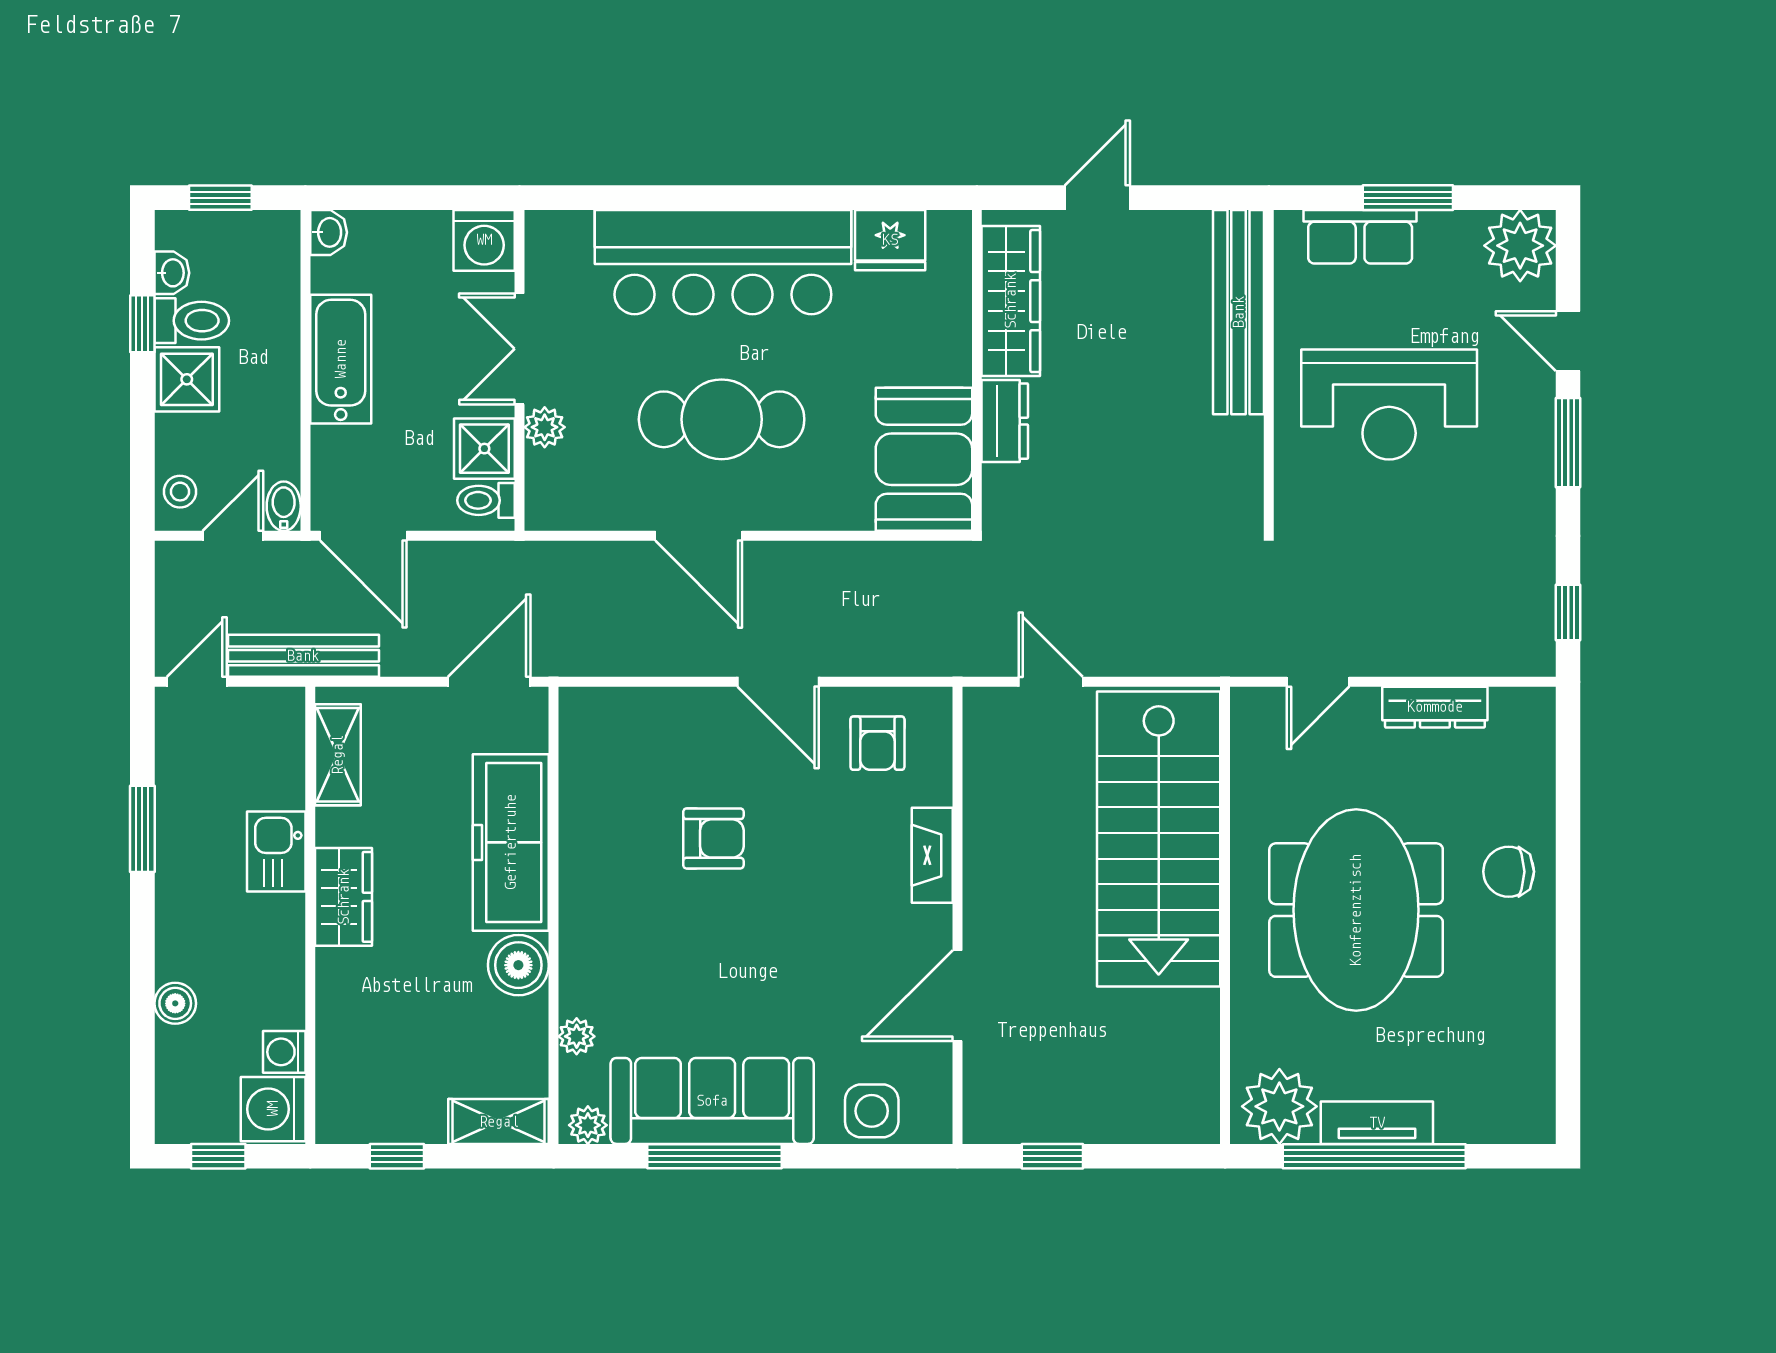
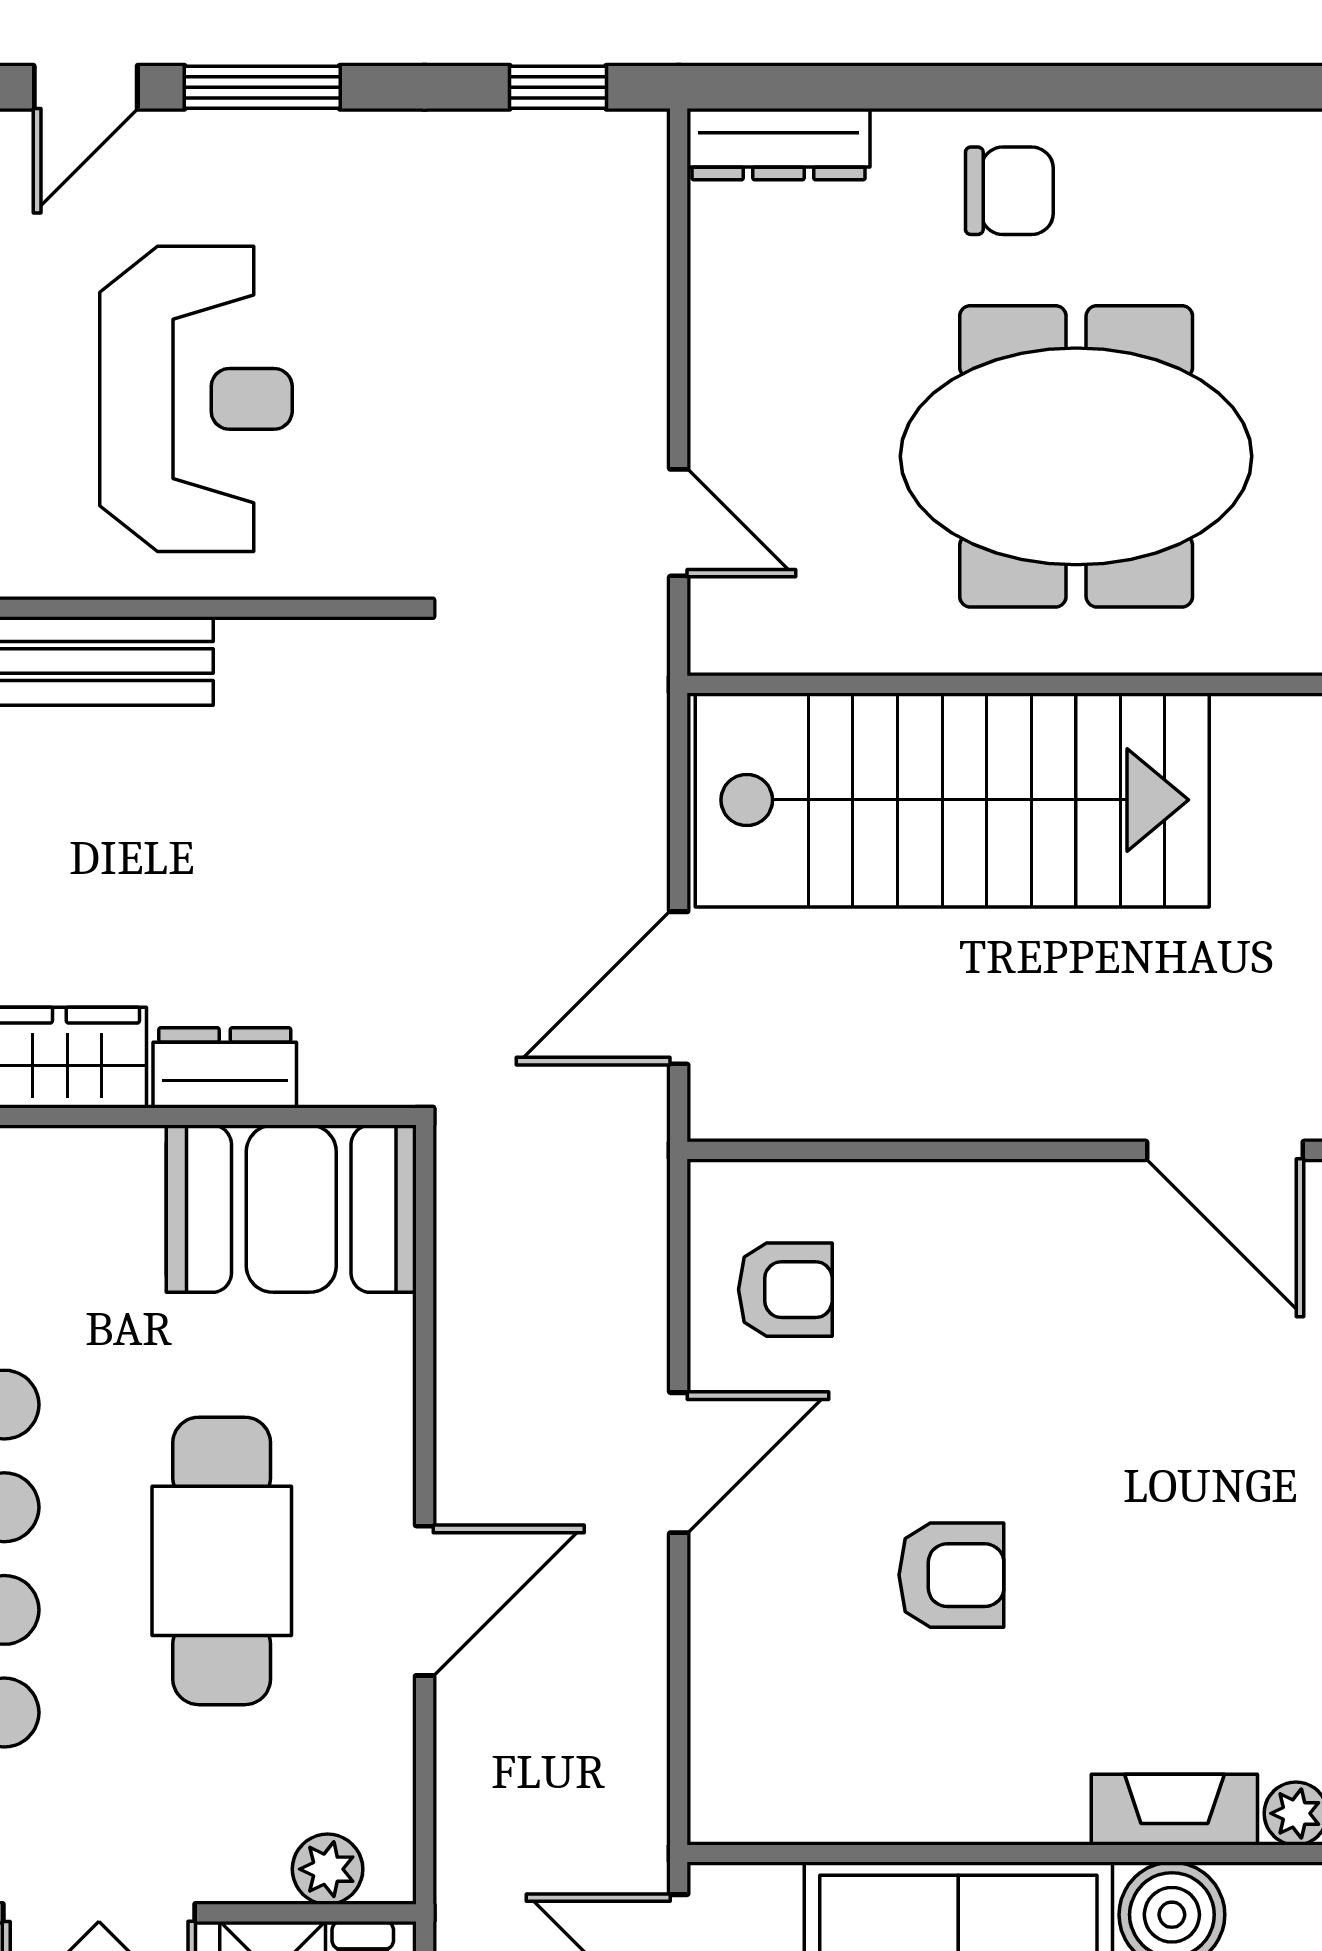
plant: (545, 427) -> (328, 1869), moved
door: (1051, 682) -> (679, 988), width x1.38
dresser: (1435, 707) -> (779, 144), moved, turned 90
armchair: (713, 838) -> (951, 1575), turned 90
fireplace: (932, 855) -> (1174, 1810), moved, turned 180
chair: (1509, 872) -> (1009, 191), turned -90

